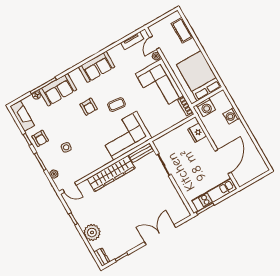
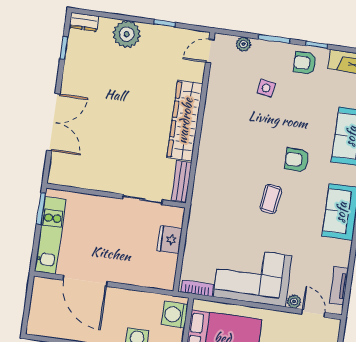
fridge: (197, 133) -> (170, 240), moved, turned -90
corner sofa: (125, 136) -> (221, 178), removed

